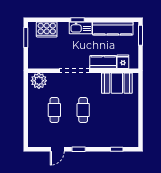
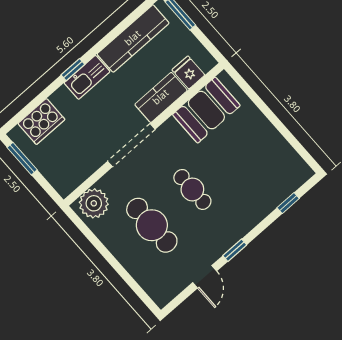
cafe table: (54, 110) -> (152, 225), width x1.37, depth x1.35

